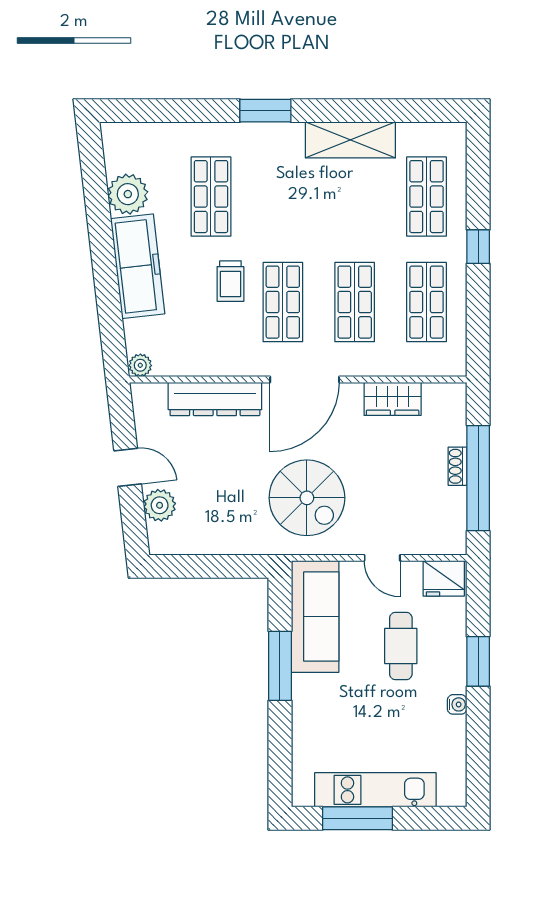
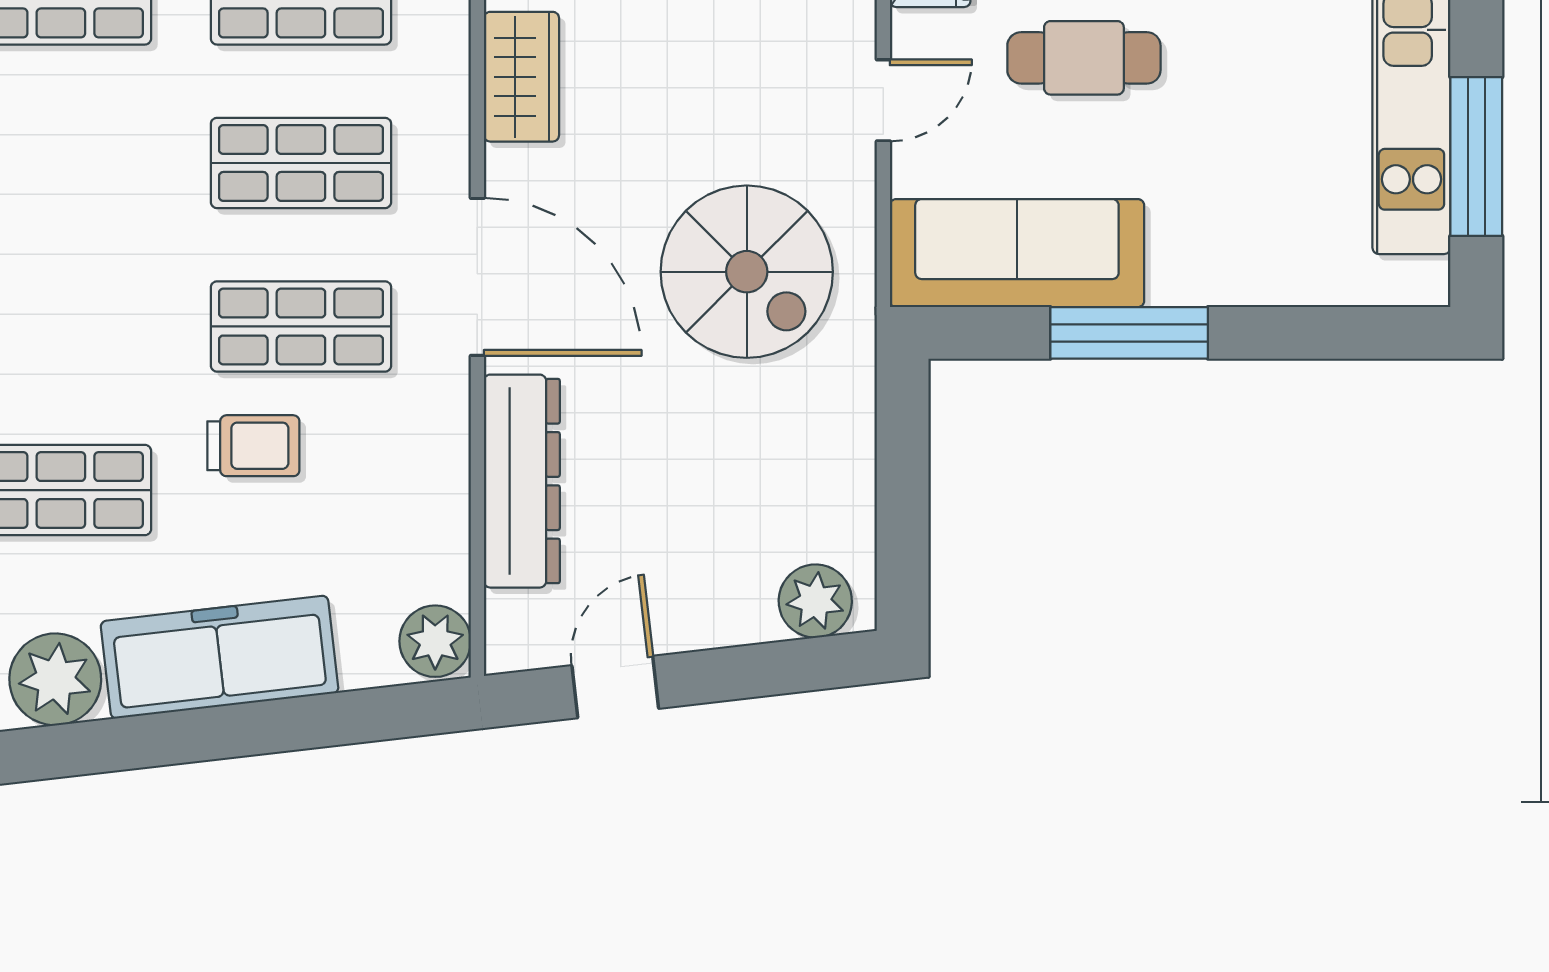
plant: (140, 365) -> (435, 641), width x1.38, depth x1.38
door: (128, 467) -> (615, 687), moved
spiral stairs: (307, 498) -> (747, 272), turned 90
plant: (160, 505) -> (815, 601), moved

